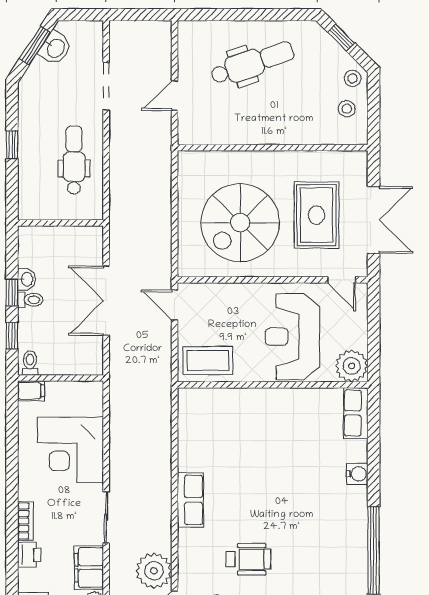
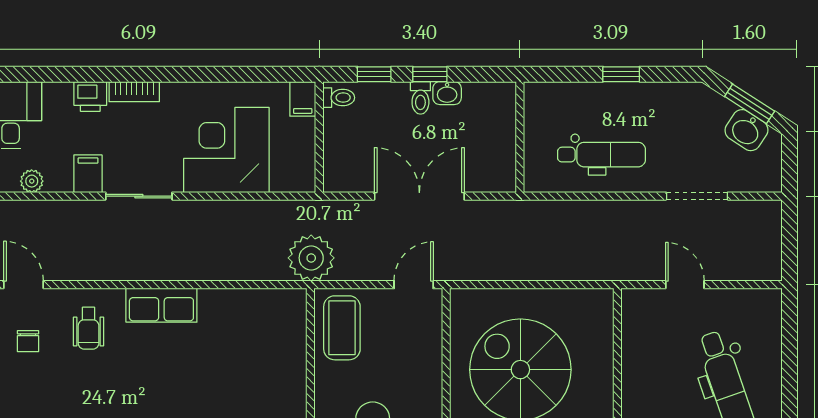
wheelchair: (248, 559) -> (89, 328), moved, width x0.73, depth x0.73
filing cabinet: (89, 568) -> (88, 174), width x0.50
plant: (154, 571) -> (311, 258), moved

